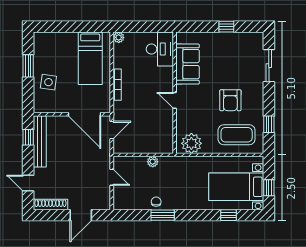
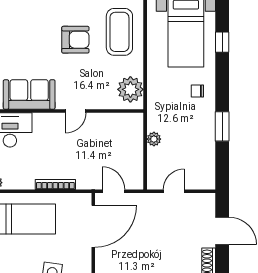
chair: (156, 202) -> (197, 91), moved

